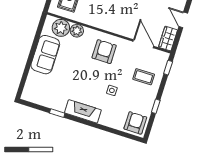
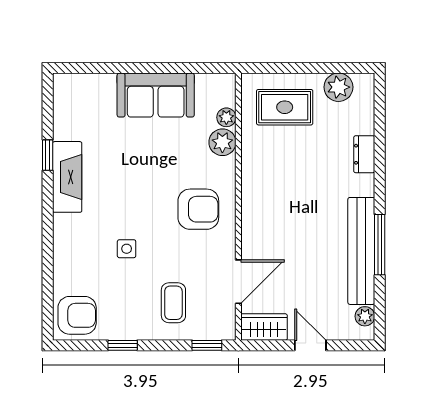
door: (183, 20) -> (310, 345), hinge flipped
plant: (61, 28) -> (226, 117), width x0.53, depth x0.53
fireplace: (83, 111) -> (67, 177), moved

